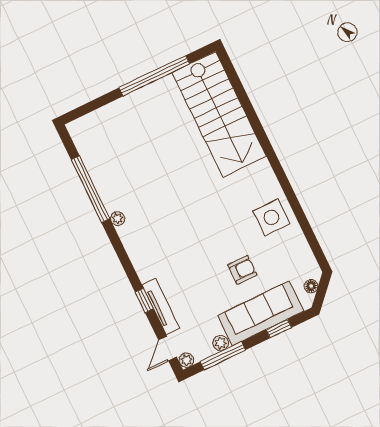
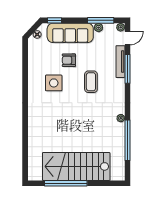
stairs: (219, 114) -> (76, 166), moved, turned -90
side table: (272, 217) -> (54, 83), moved
coffee table: (192, 253) -> (91, 82), added
window: (144, 300) -> (127, 69), width x2.17
window: (279, 329) -> (55, 20), moved

